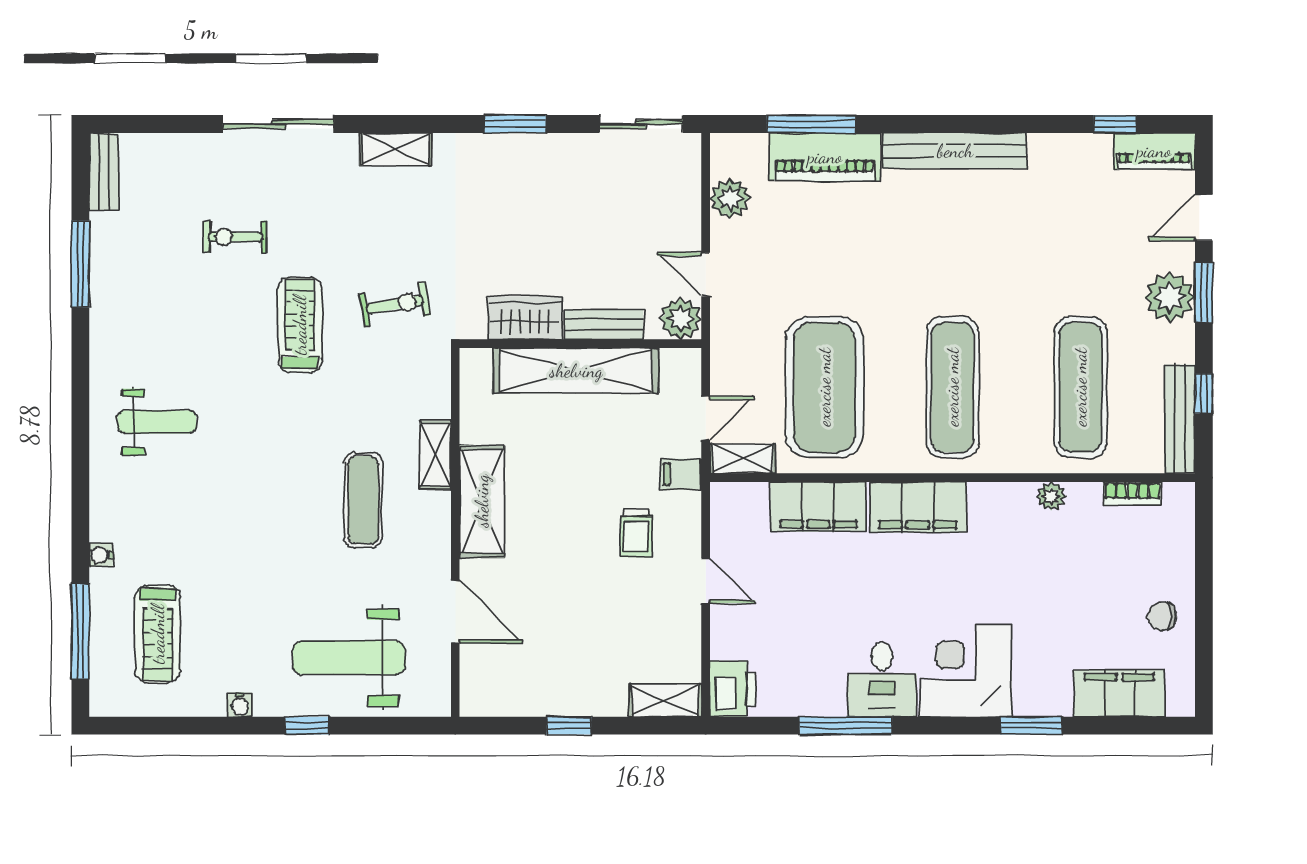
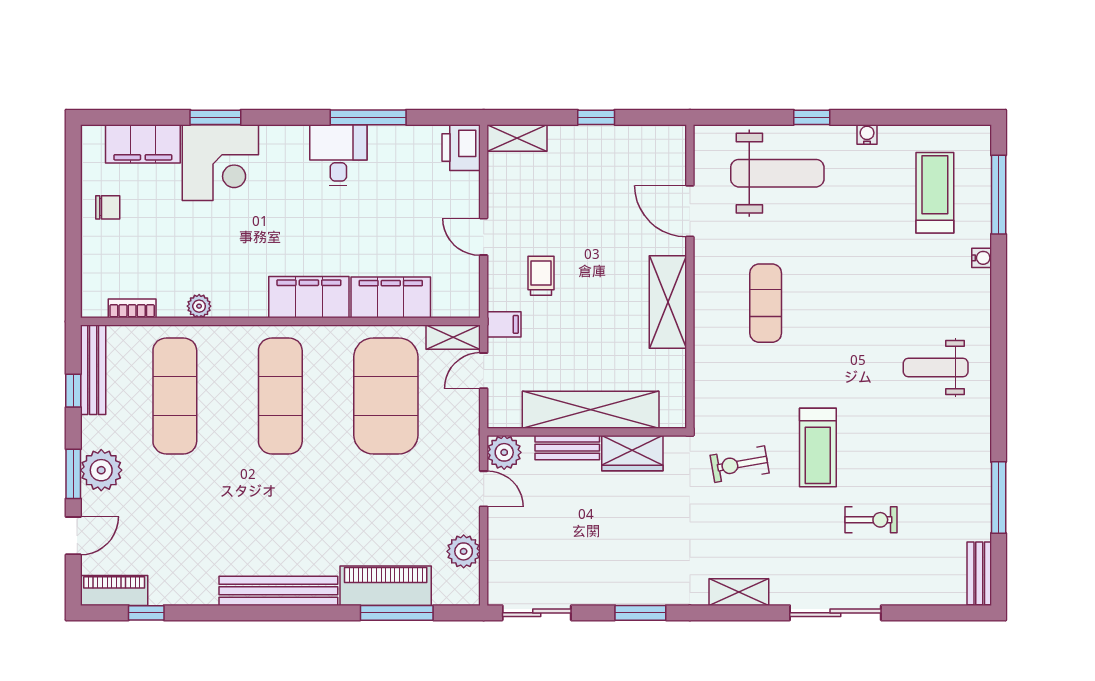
shelving: (436, 455) -> (706, 340), removed
corner desk: (966, 671) -> (220, 163), moved

